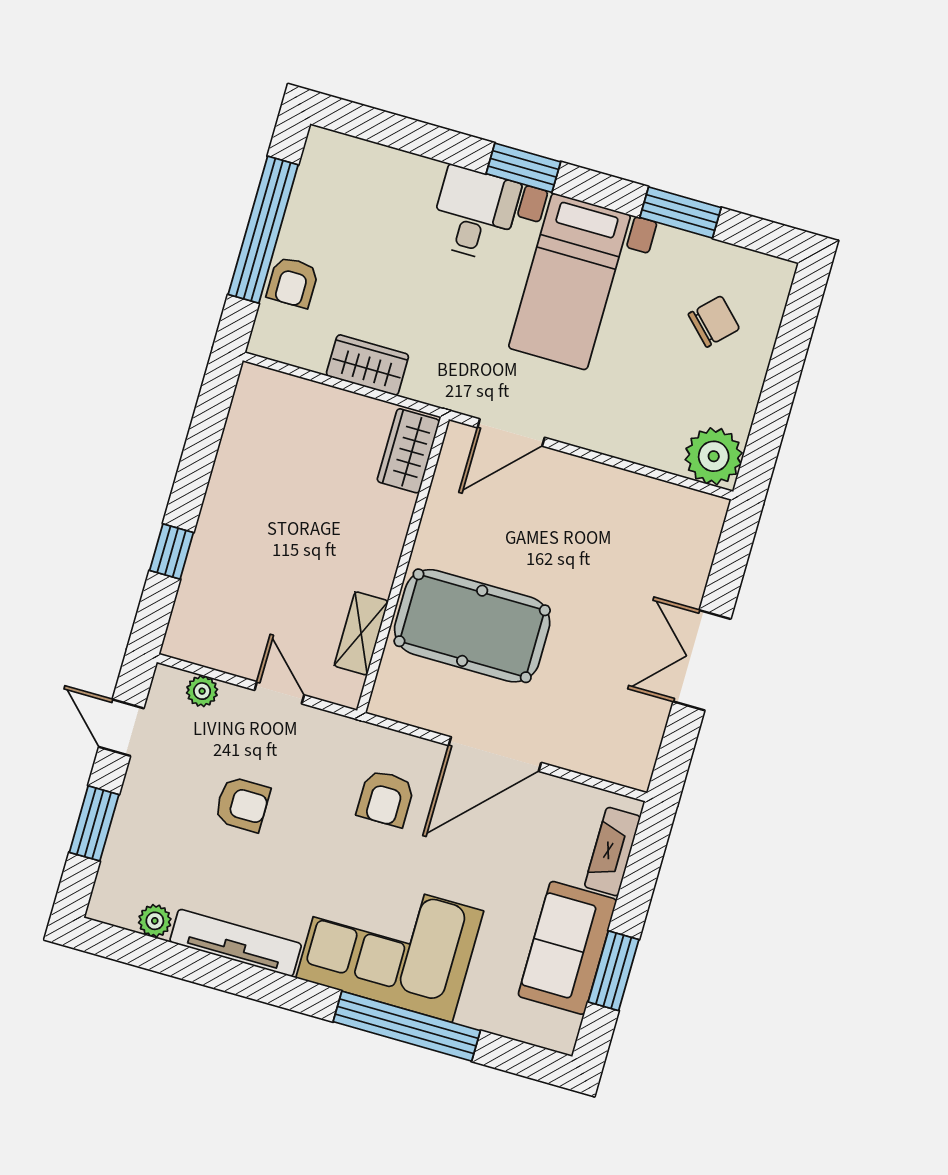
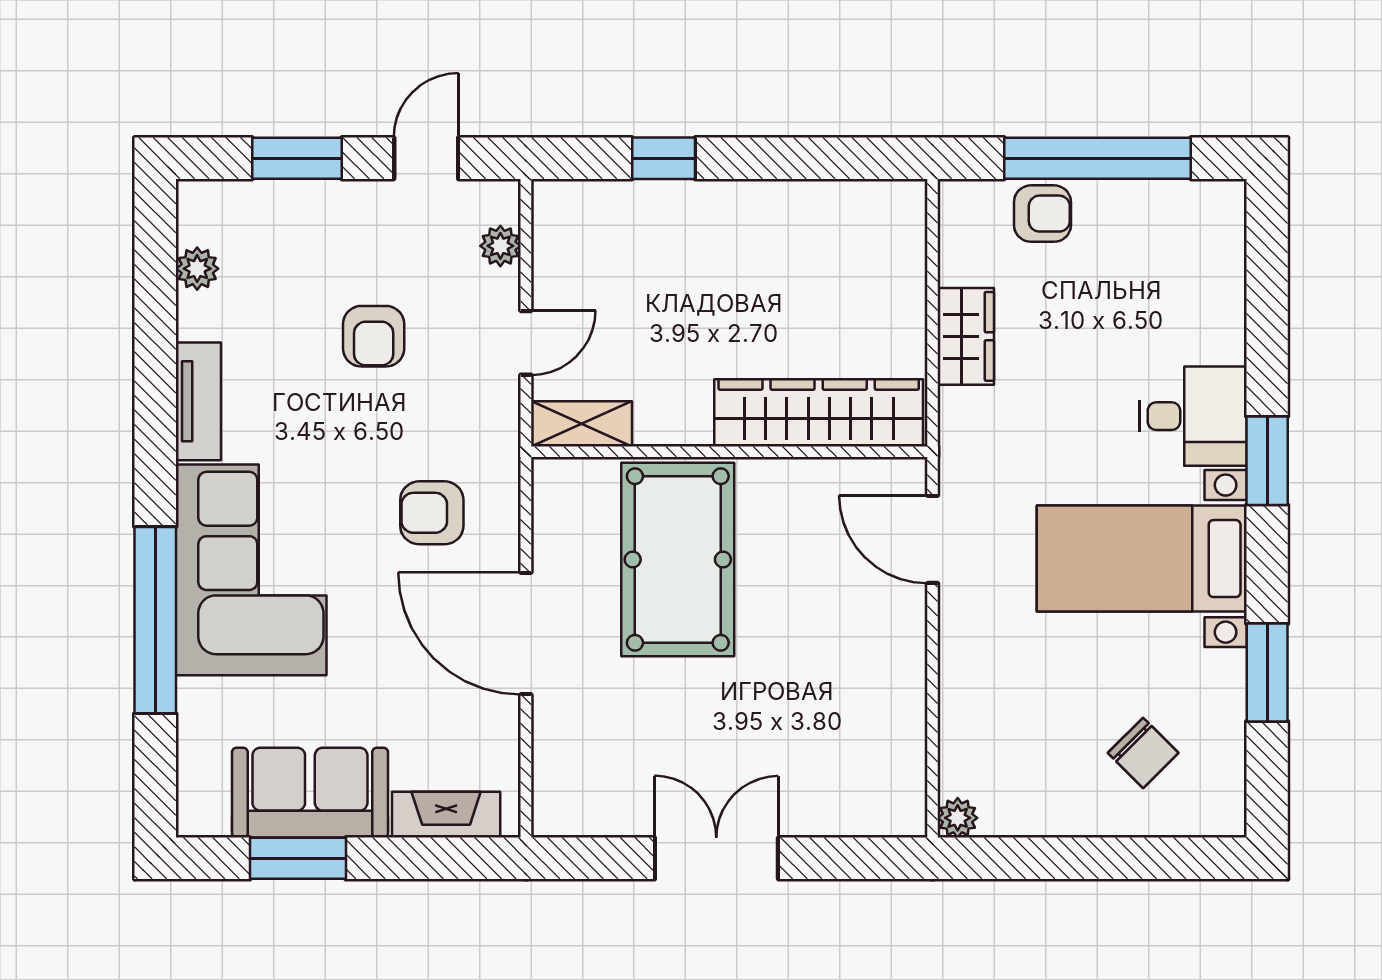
armchair: (293, 282) -> (1042, 214), turned 180
wardrobe: (408, 451) -> (819, 413), width x2.10, depth x1.17
plant: (714, 456) -> (958, 818), width x0.53, depth x0.53
shelving: (361, 633) -> (581, 424), moved
tv unit: (236, 943) -> (198, 401), width x0.71

